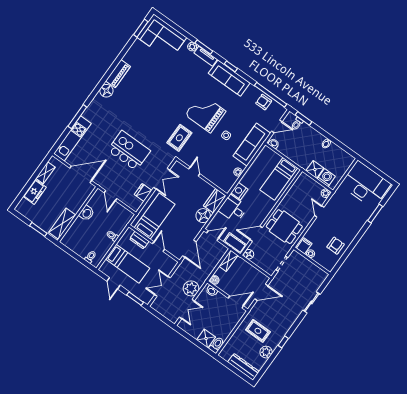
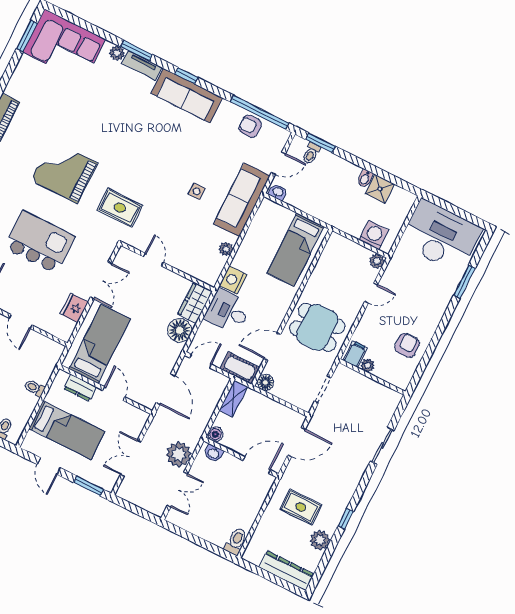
grand piano: (205, 113) -> (64, 172), moved
rug: (179, 138) -> (120, 208), turned 90
shower: (315, 169) -> (380, 189), moved
door: (319, 211) -> (371, 293), swing flipped
shower: (206, 338) -> (217, 533), removed

